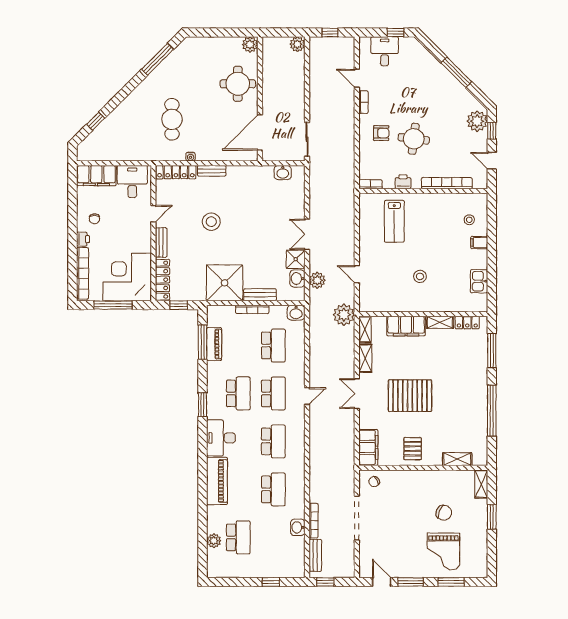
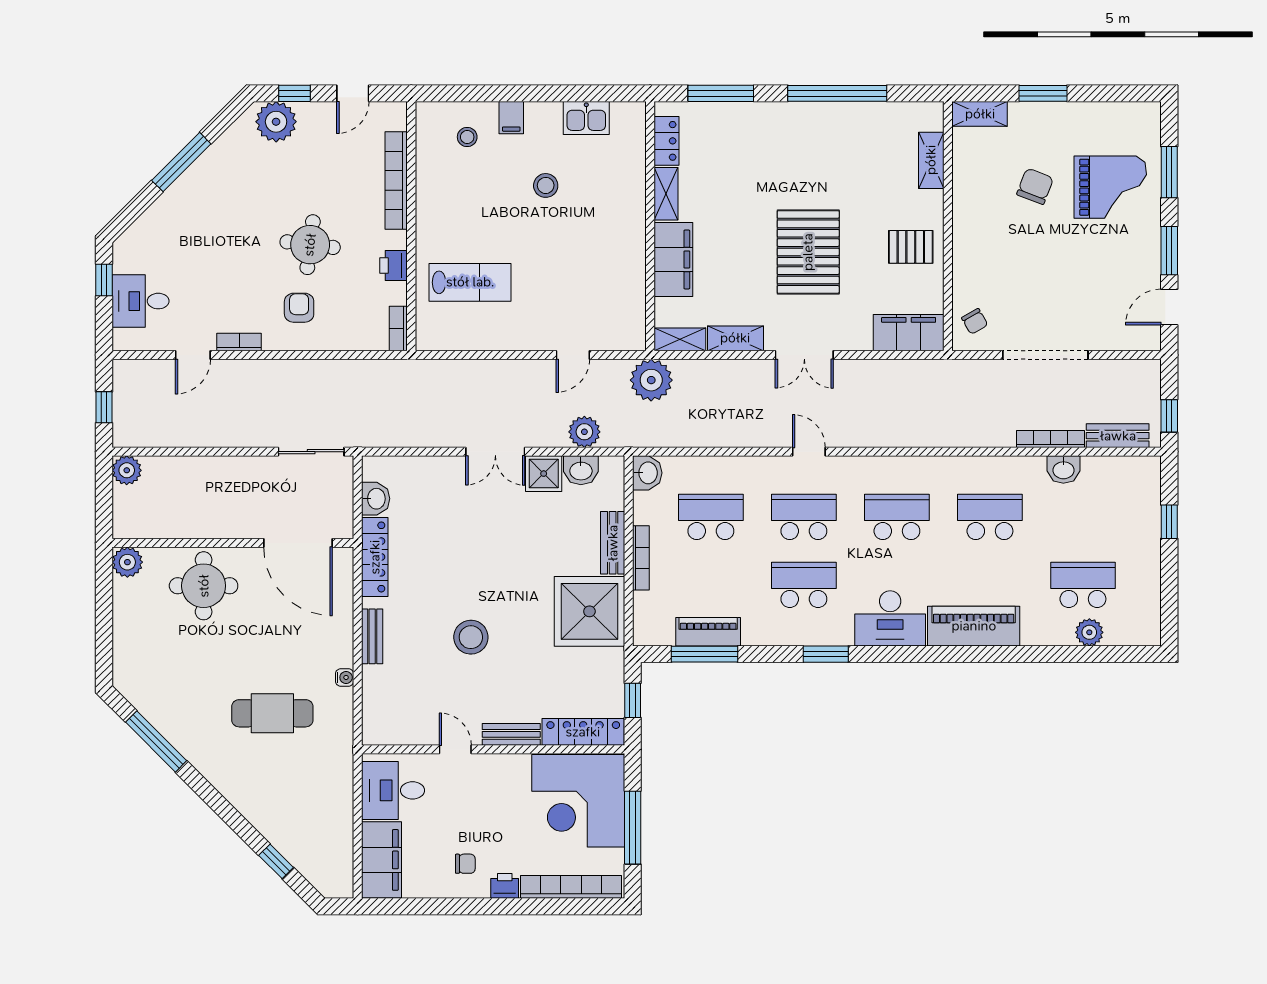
locker: (176, 172) -> (375, 557), moved
stool: (420, 276) -> (546, 185), moved

